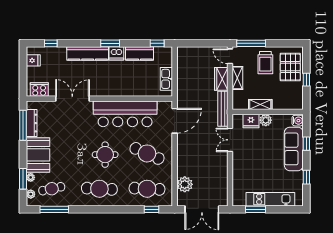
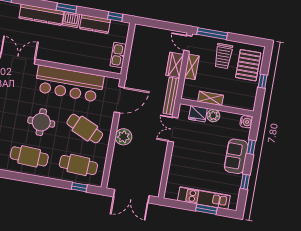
sofa: (294, 149) -> (236, 156), width x0.73
plant: (185, 184) -> (123, 137), moved
window: (255, 209) -> (206, 209), moved

